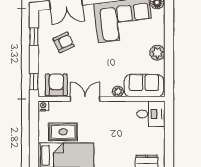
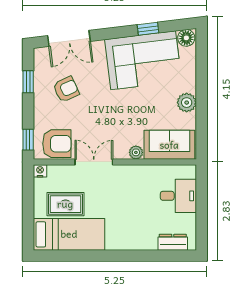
armchair: (56, 85) -> (57, 144), turned 90
desk: (151, 114) -> (178, 196), moved

